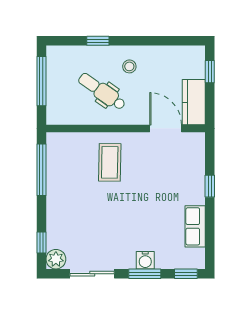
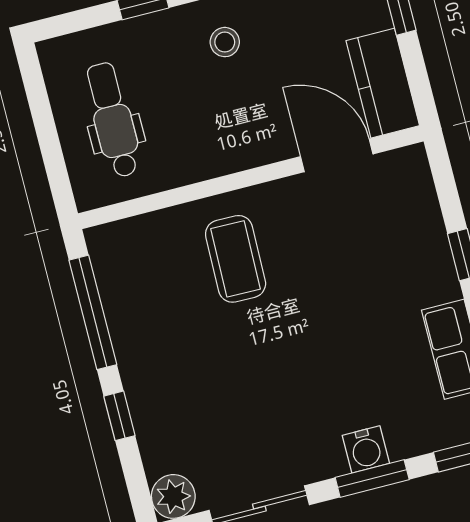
window: (41, 81) -> (44, 122), removed
dental chair: (102, 92) -> (113, 120), moved, turned 55
window: (41, 242) -> (119, 416), moved

